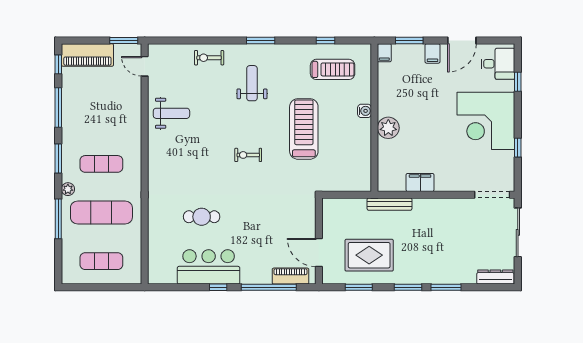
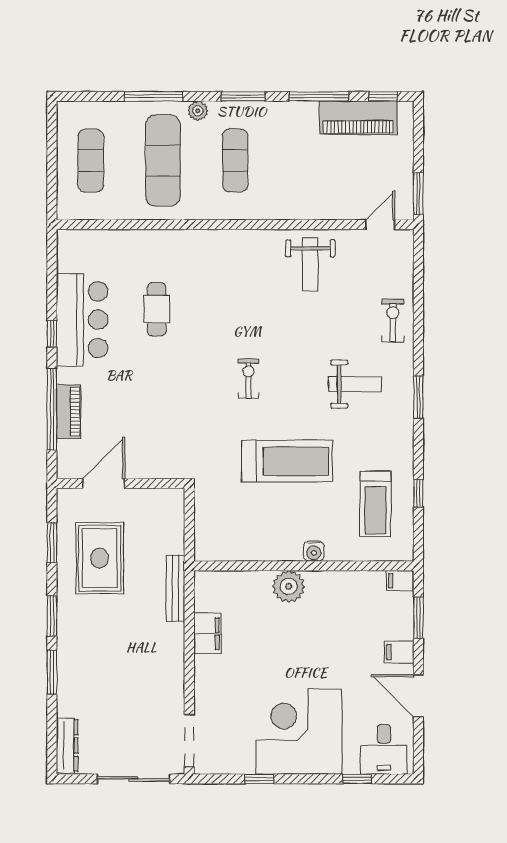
piano: (87, 55) -> (358, 118), moved, turned -90
piano: (290, 276) -> (69, 412), moved

